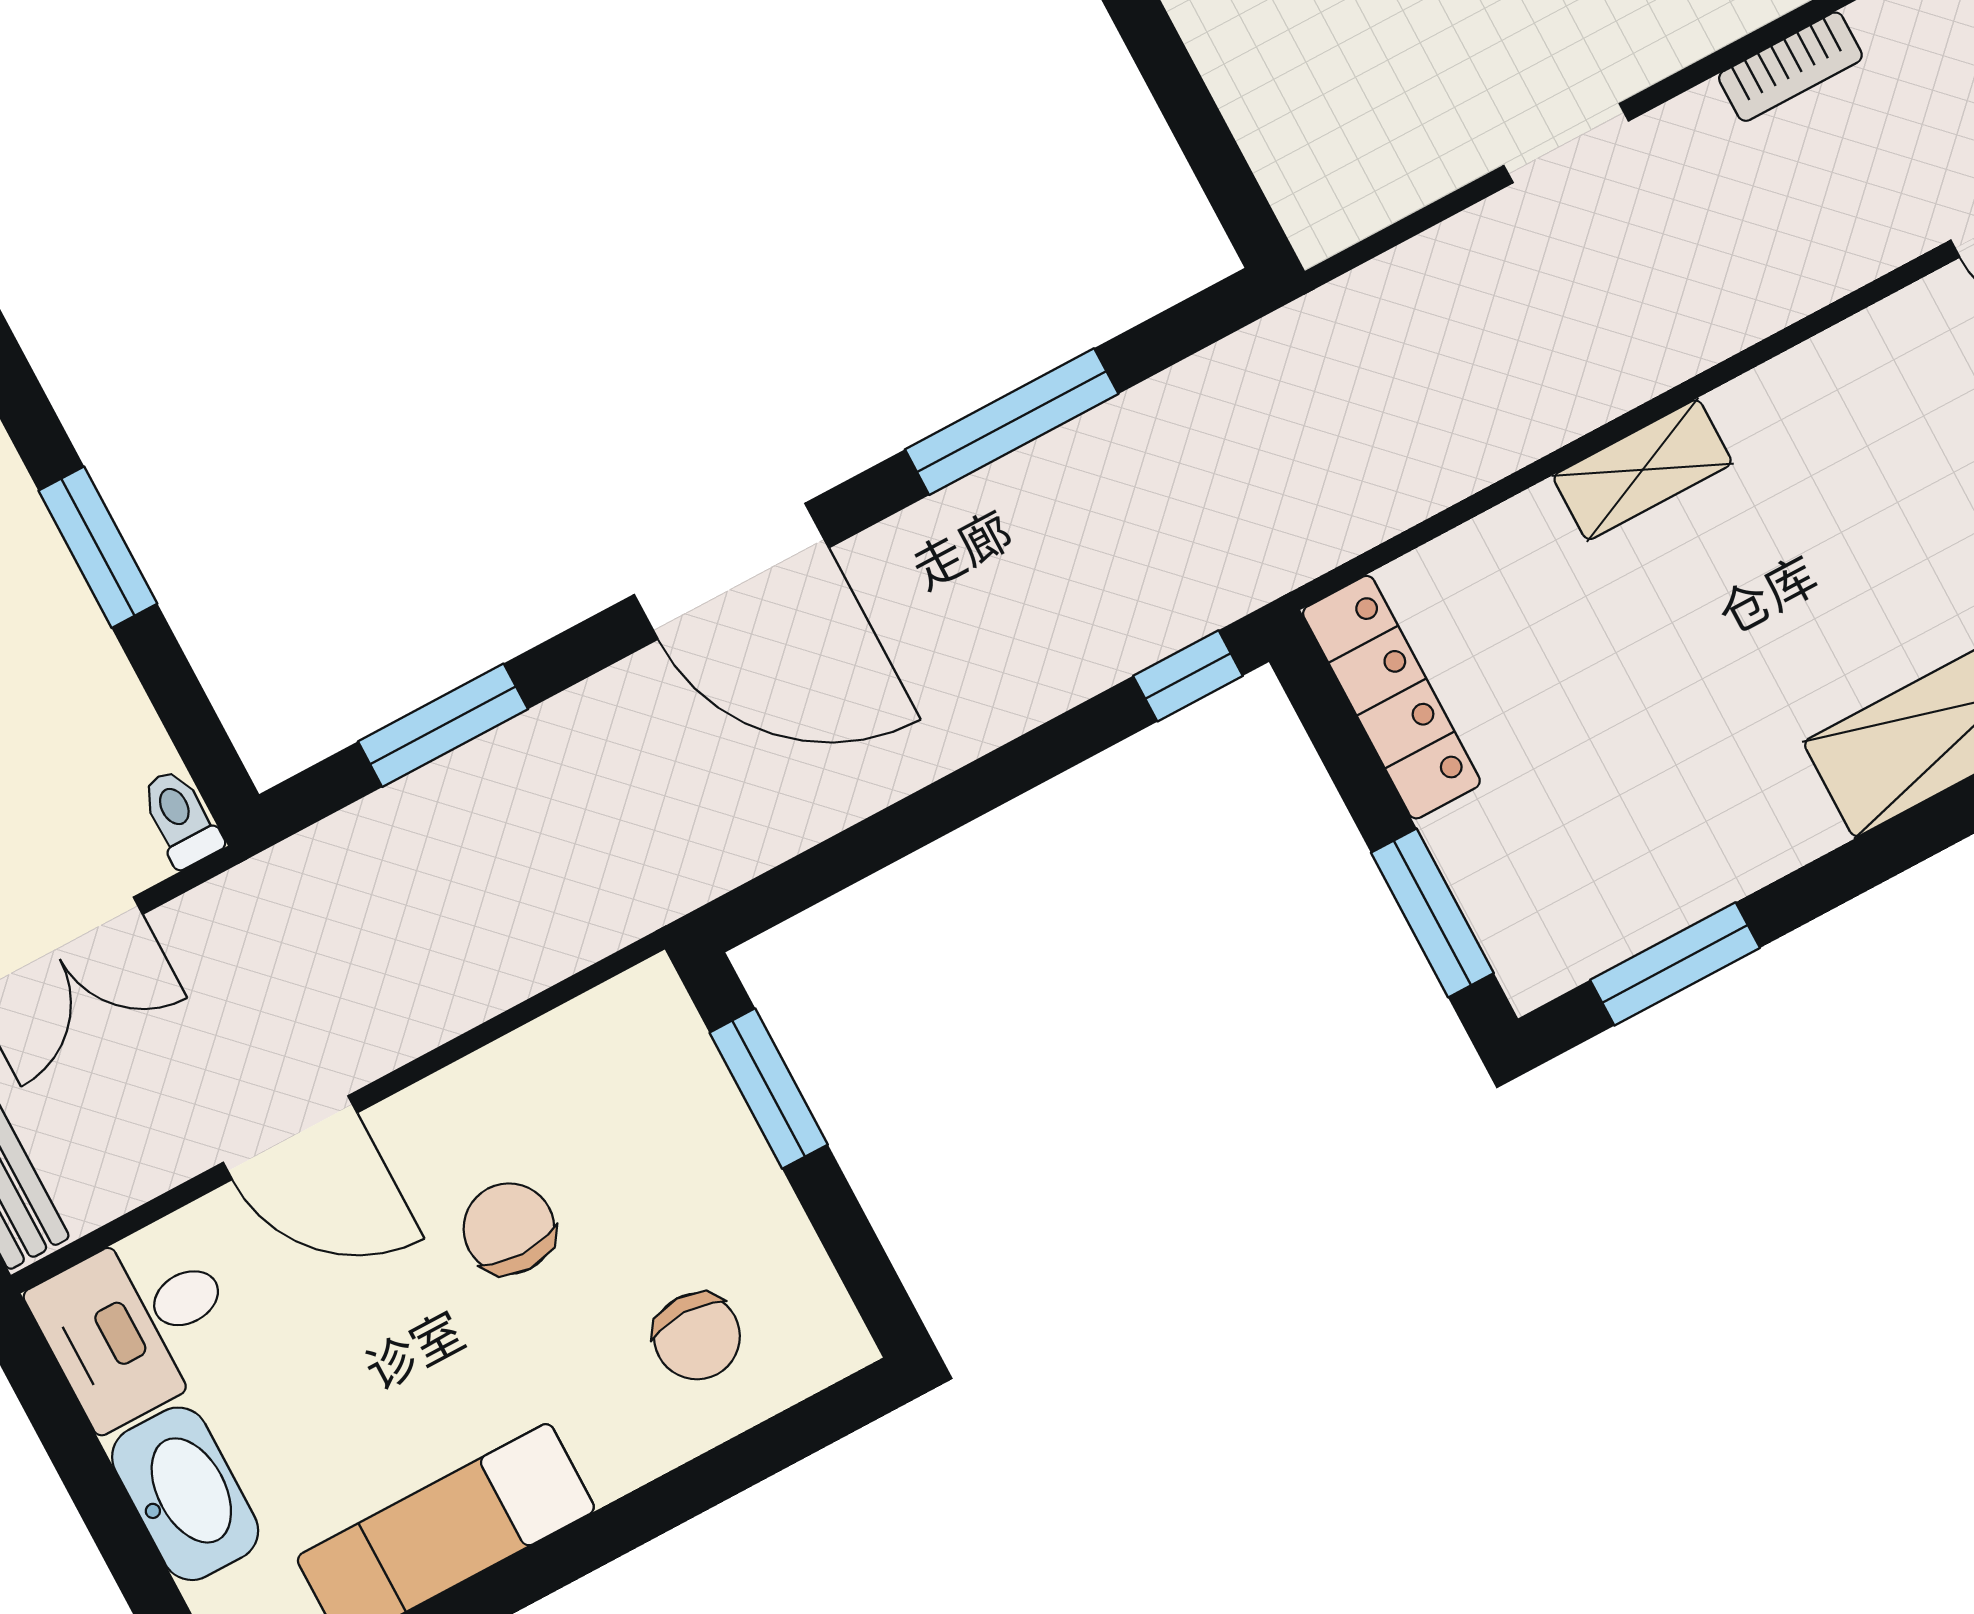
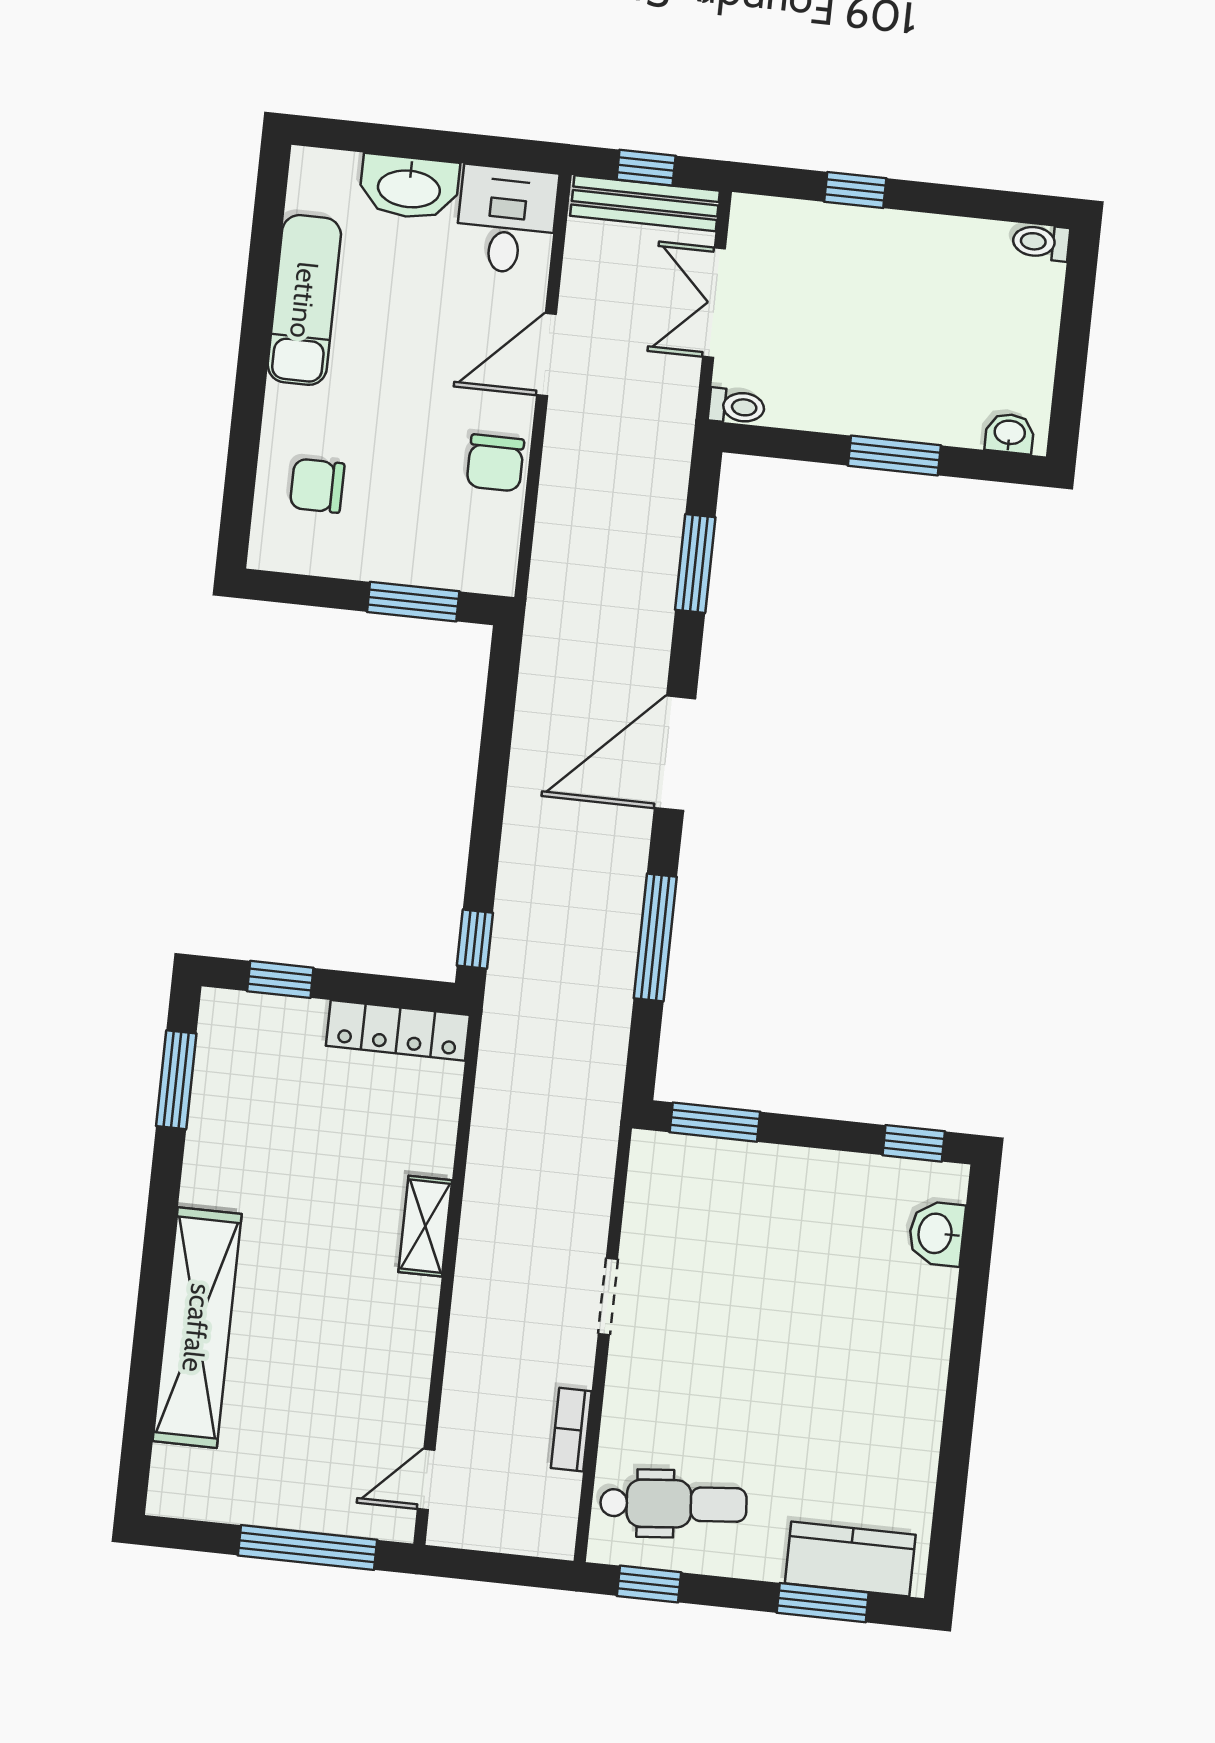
window: (1216, 159) -> (715, 1122), added
window: (1432, 913) -> (280, 979), width x0.67
chair: (509, 1229) -> (495, 463), moved, turned 90

